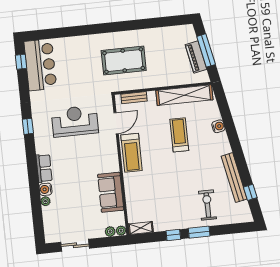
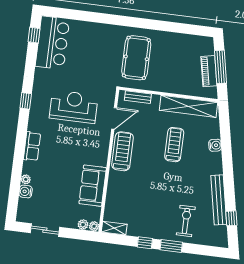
pool table: (124, 61) -> (136, 58), turned 90
treadmill: (132, 153) -> (123, 151), turned 180
water cooler: (46, 189) -> (26, 192), moved

